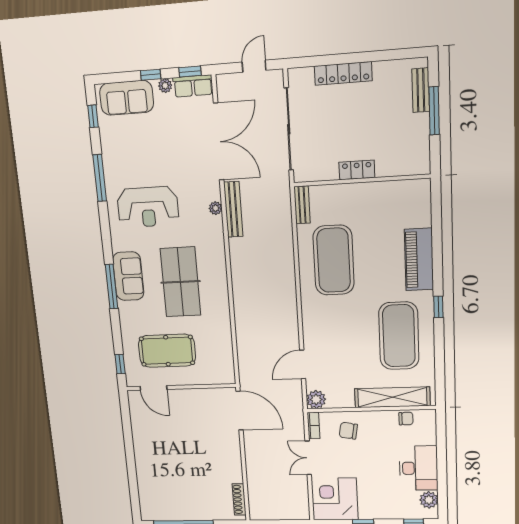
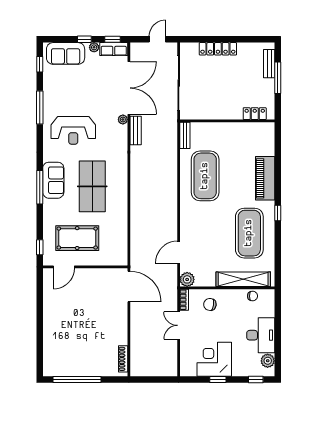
locker: (357, 170) -> (255, 114), moved
plant: (216, 208) -> (123, 119), moved
bench: (233, 209) -> (136, 130), width x0.73
door: (153, 388) -> (64, 267), hinge flipped
corner desk: (335, 499) -> (214, 359), moved

